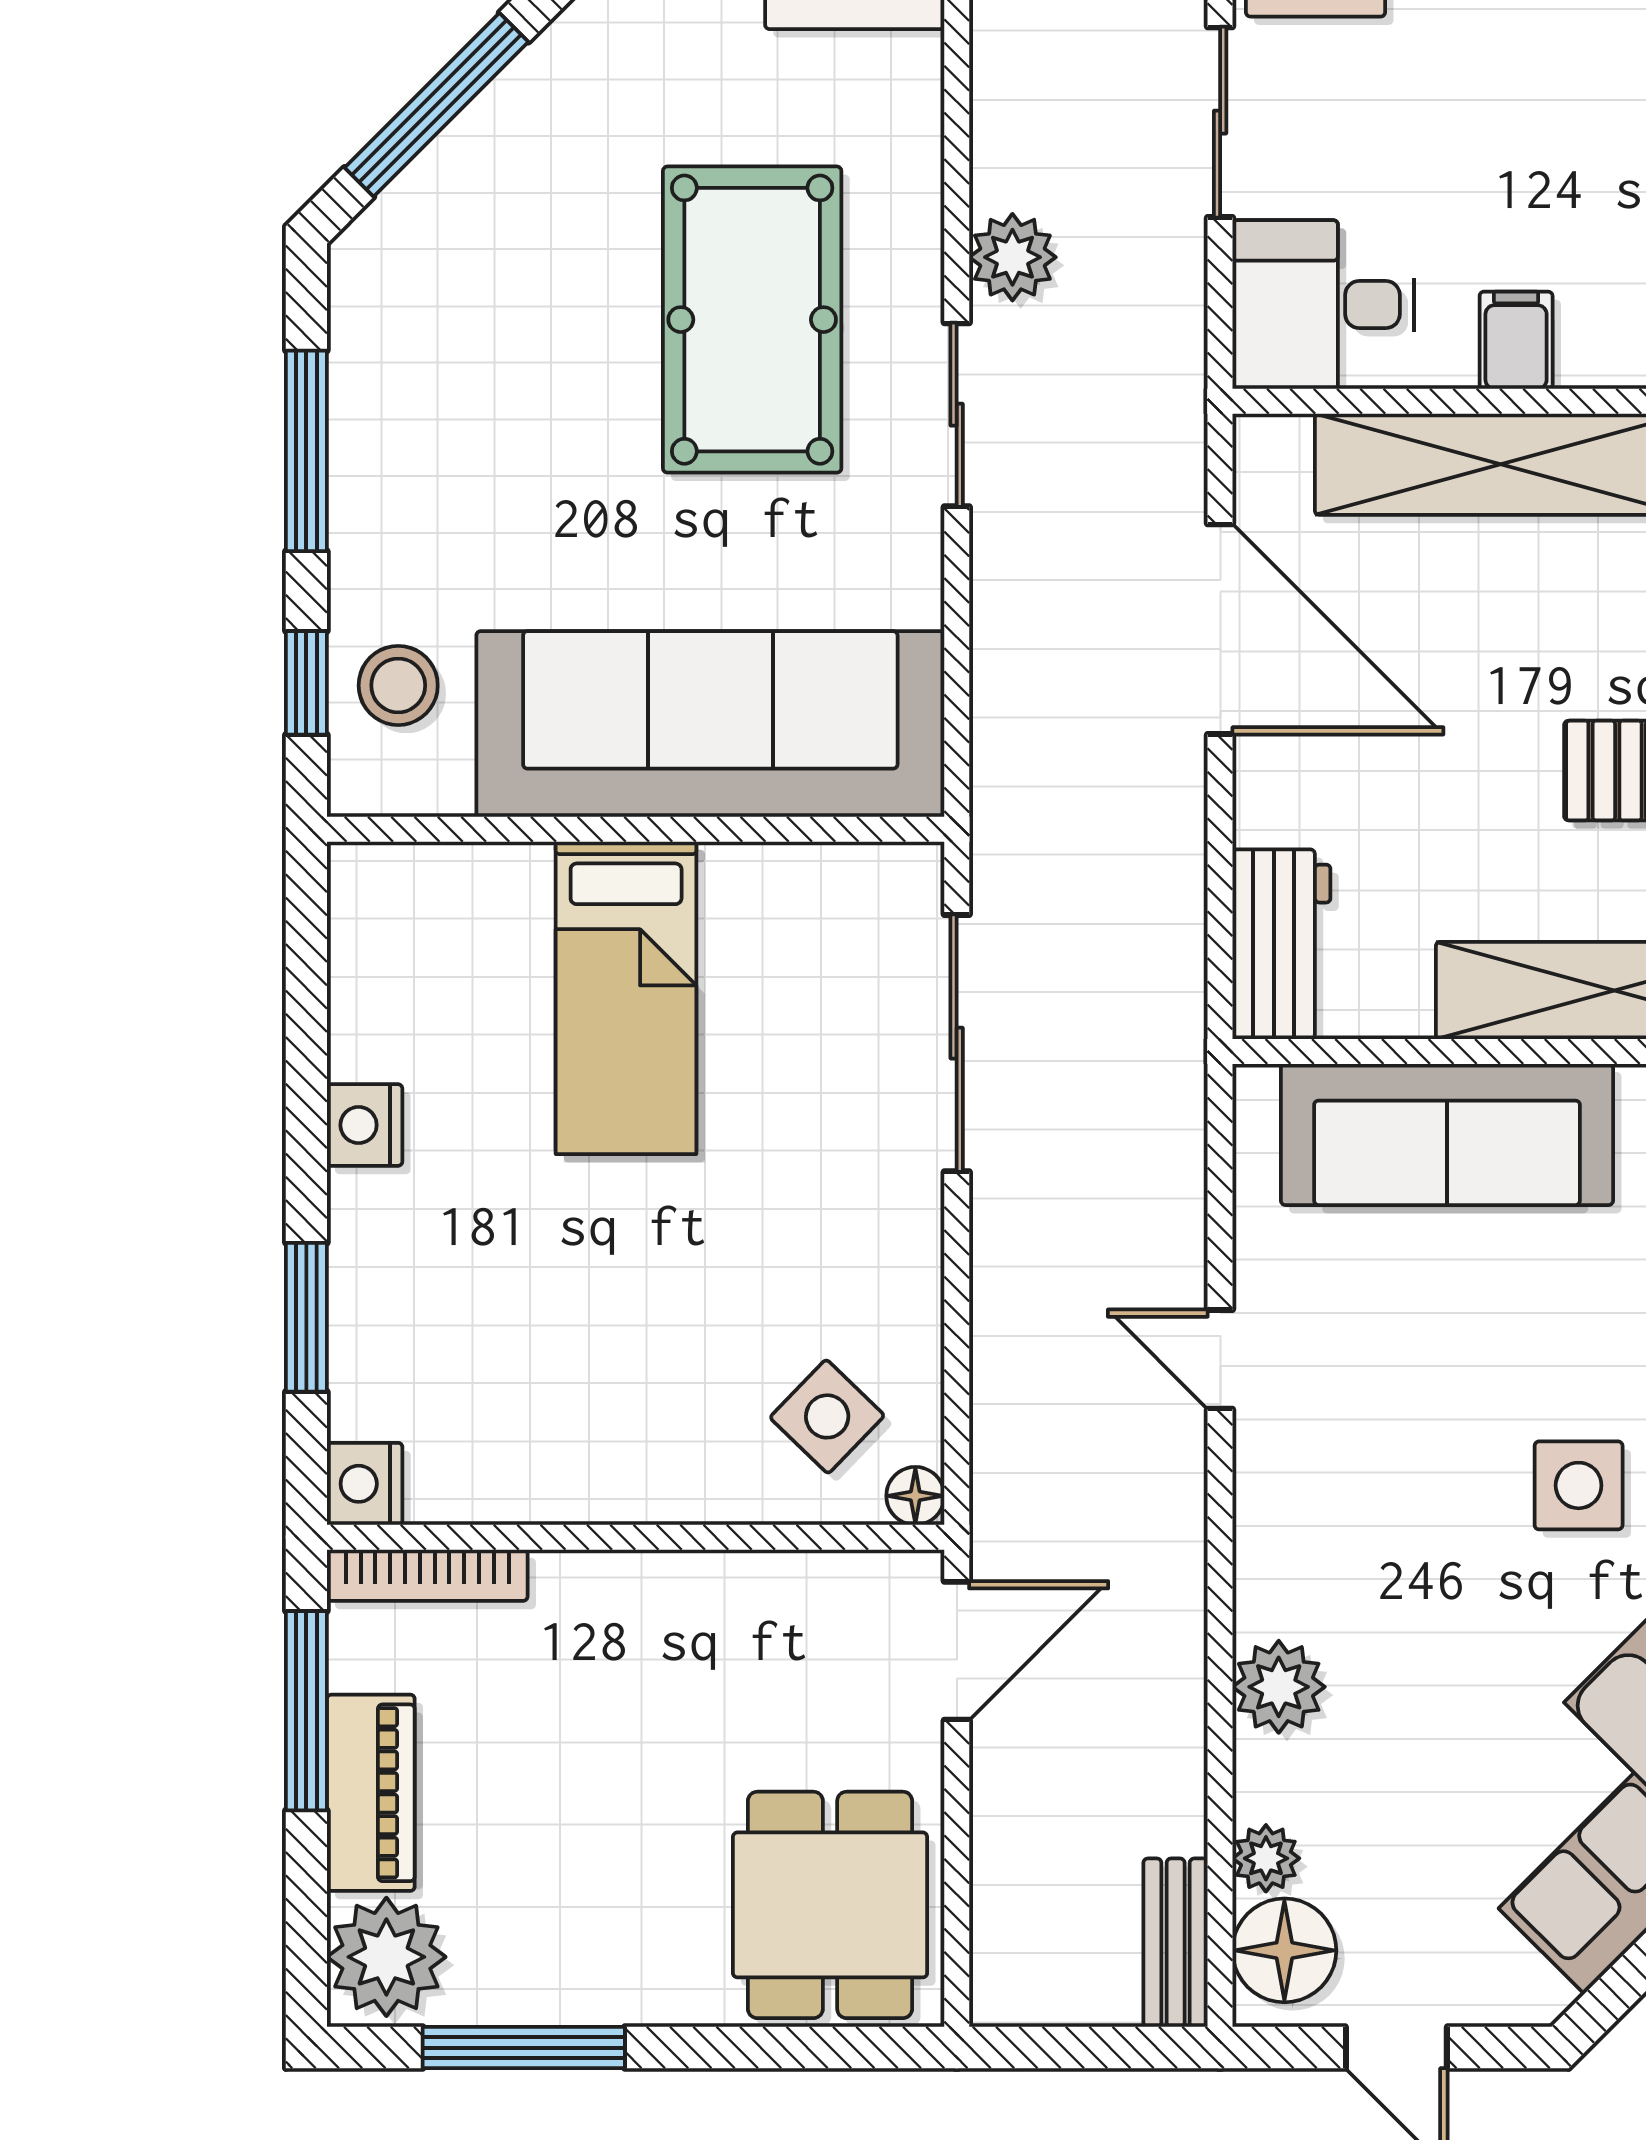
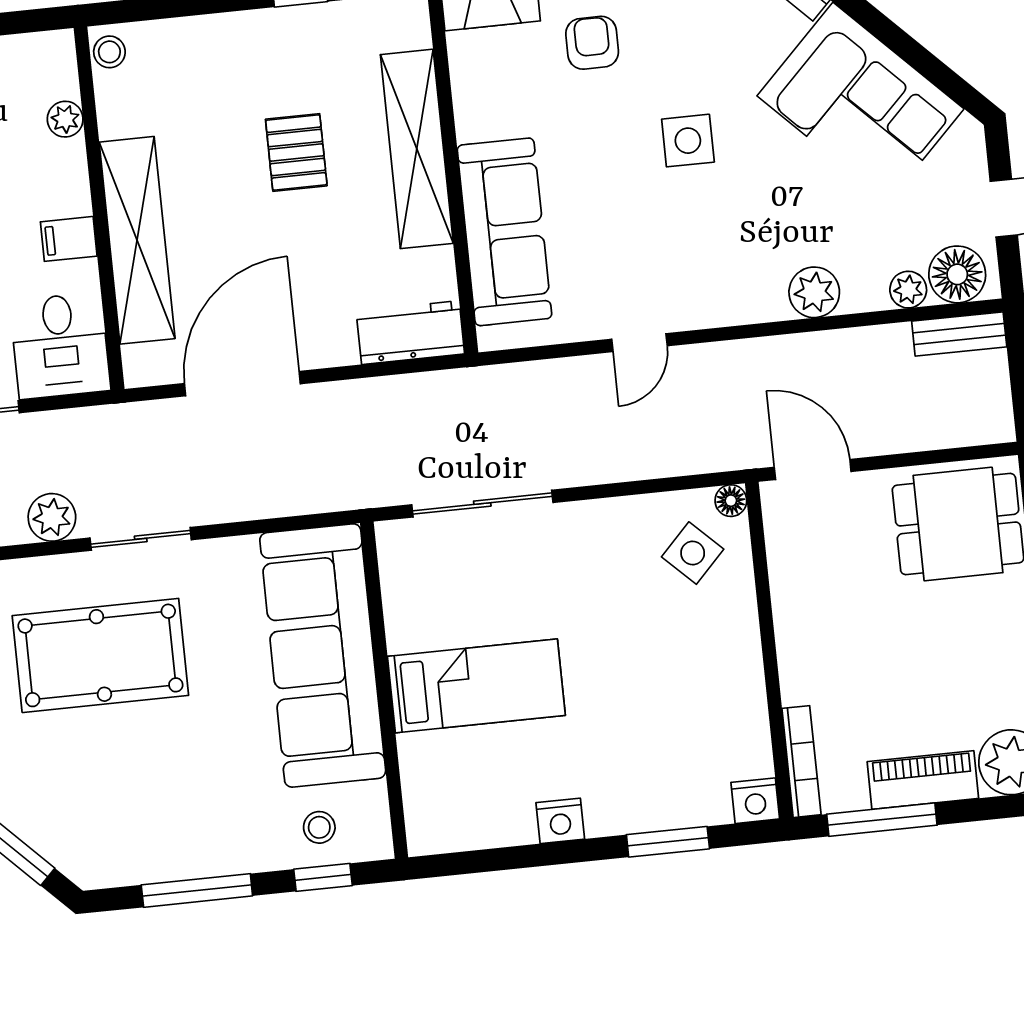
stool: (398, 685) -> (319, 827), width x0.73, depth x0.73

